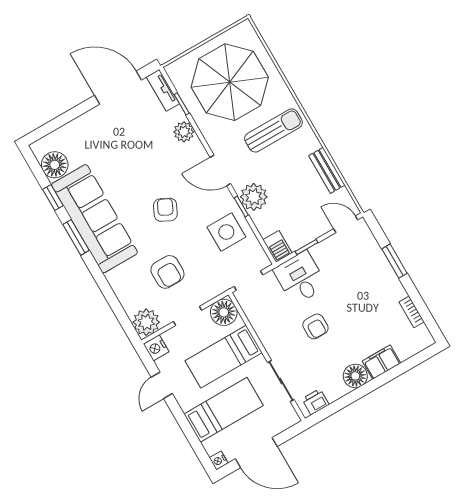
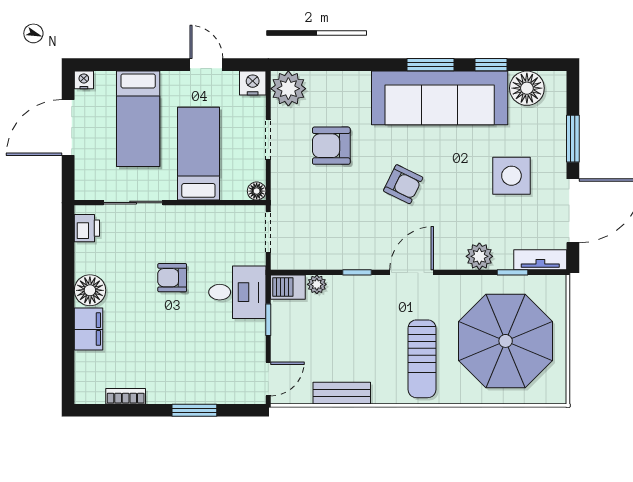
window: (70, 115) -> (573, 139), added
plant: (254, 197) -> (317, 284), moved, width x0.53, depth x0.53
side table: (226, 232) -> (511, 176), moved
floor lamp: (224, 312) -> (257, 191), width x0.53, depth x0.53

